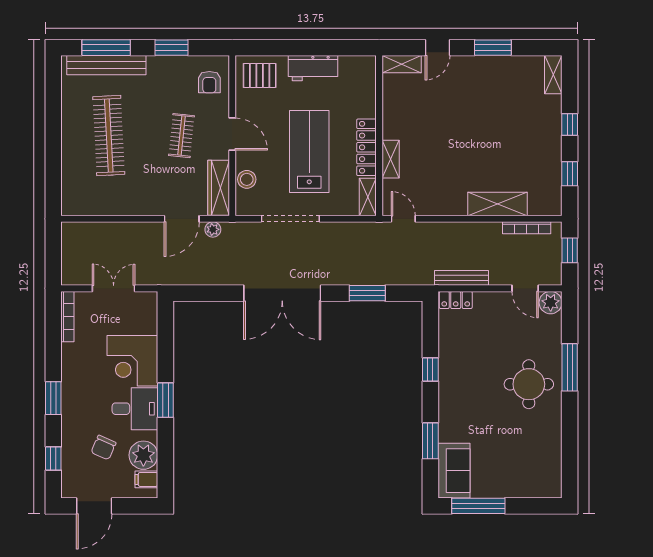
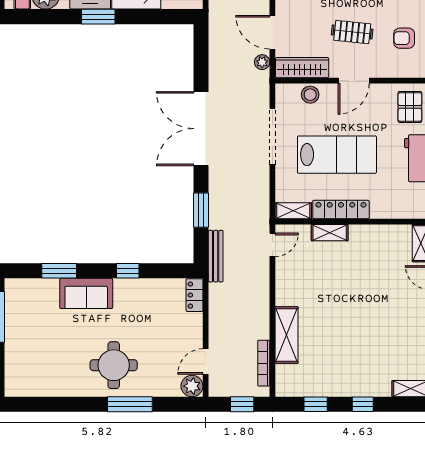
armchair: (209, 82) -> (404, 38), moved
bench: (461, 278) -> (216, 256), moved
sofa: (454, 471) -> (86, 293), moved

